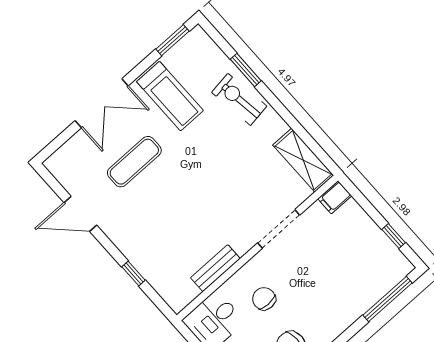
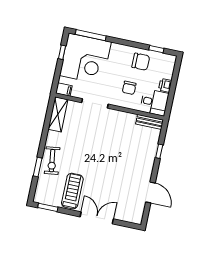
exercise mat: (134, 162) -> (111, 186), removed
corner desk: (357, 264) -> (85, 59), added
bench: (215, 268) -> (150, 122), moved

